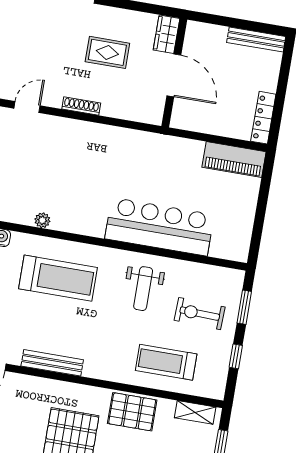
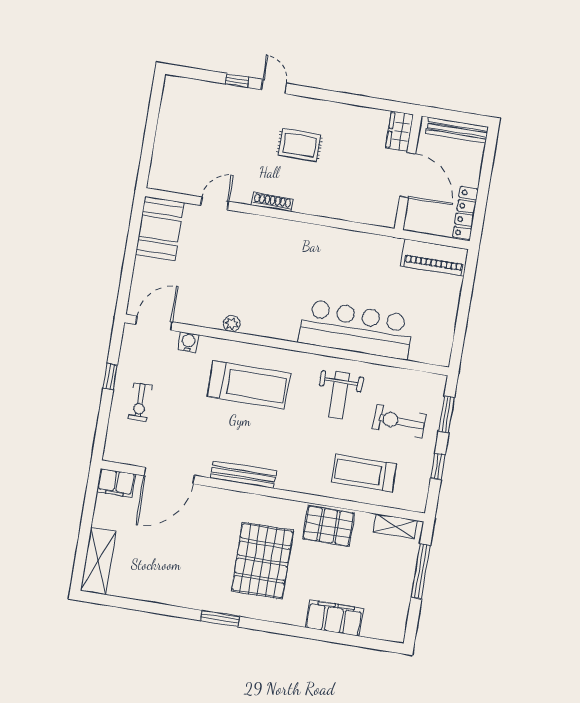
wardrobe: (167, 34) -> (400, 131), moved
wall: (174, 73) -> (408, 172), moved
door: (174, 75) -> (408, 175), moved

